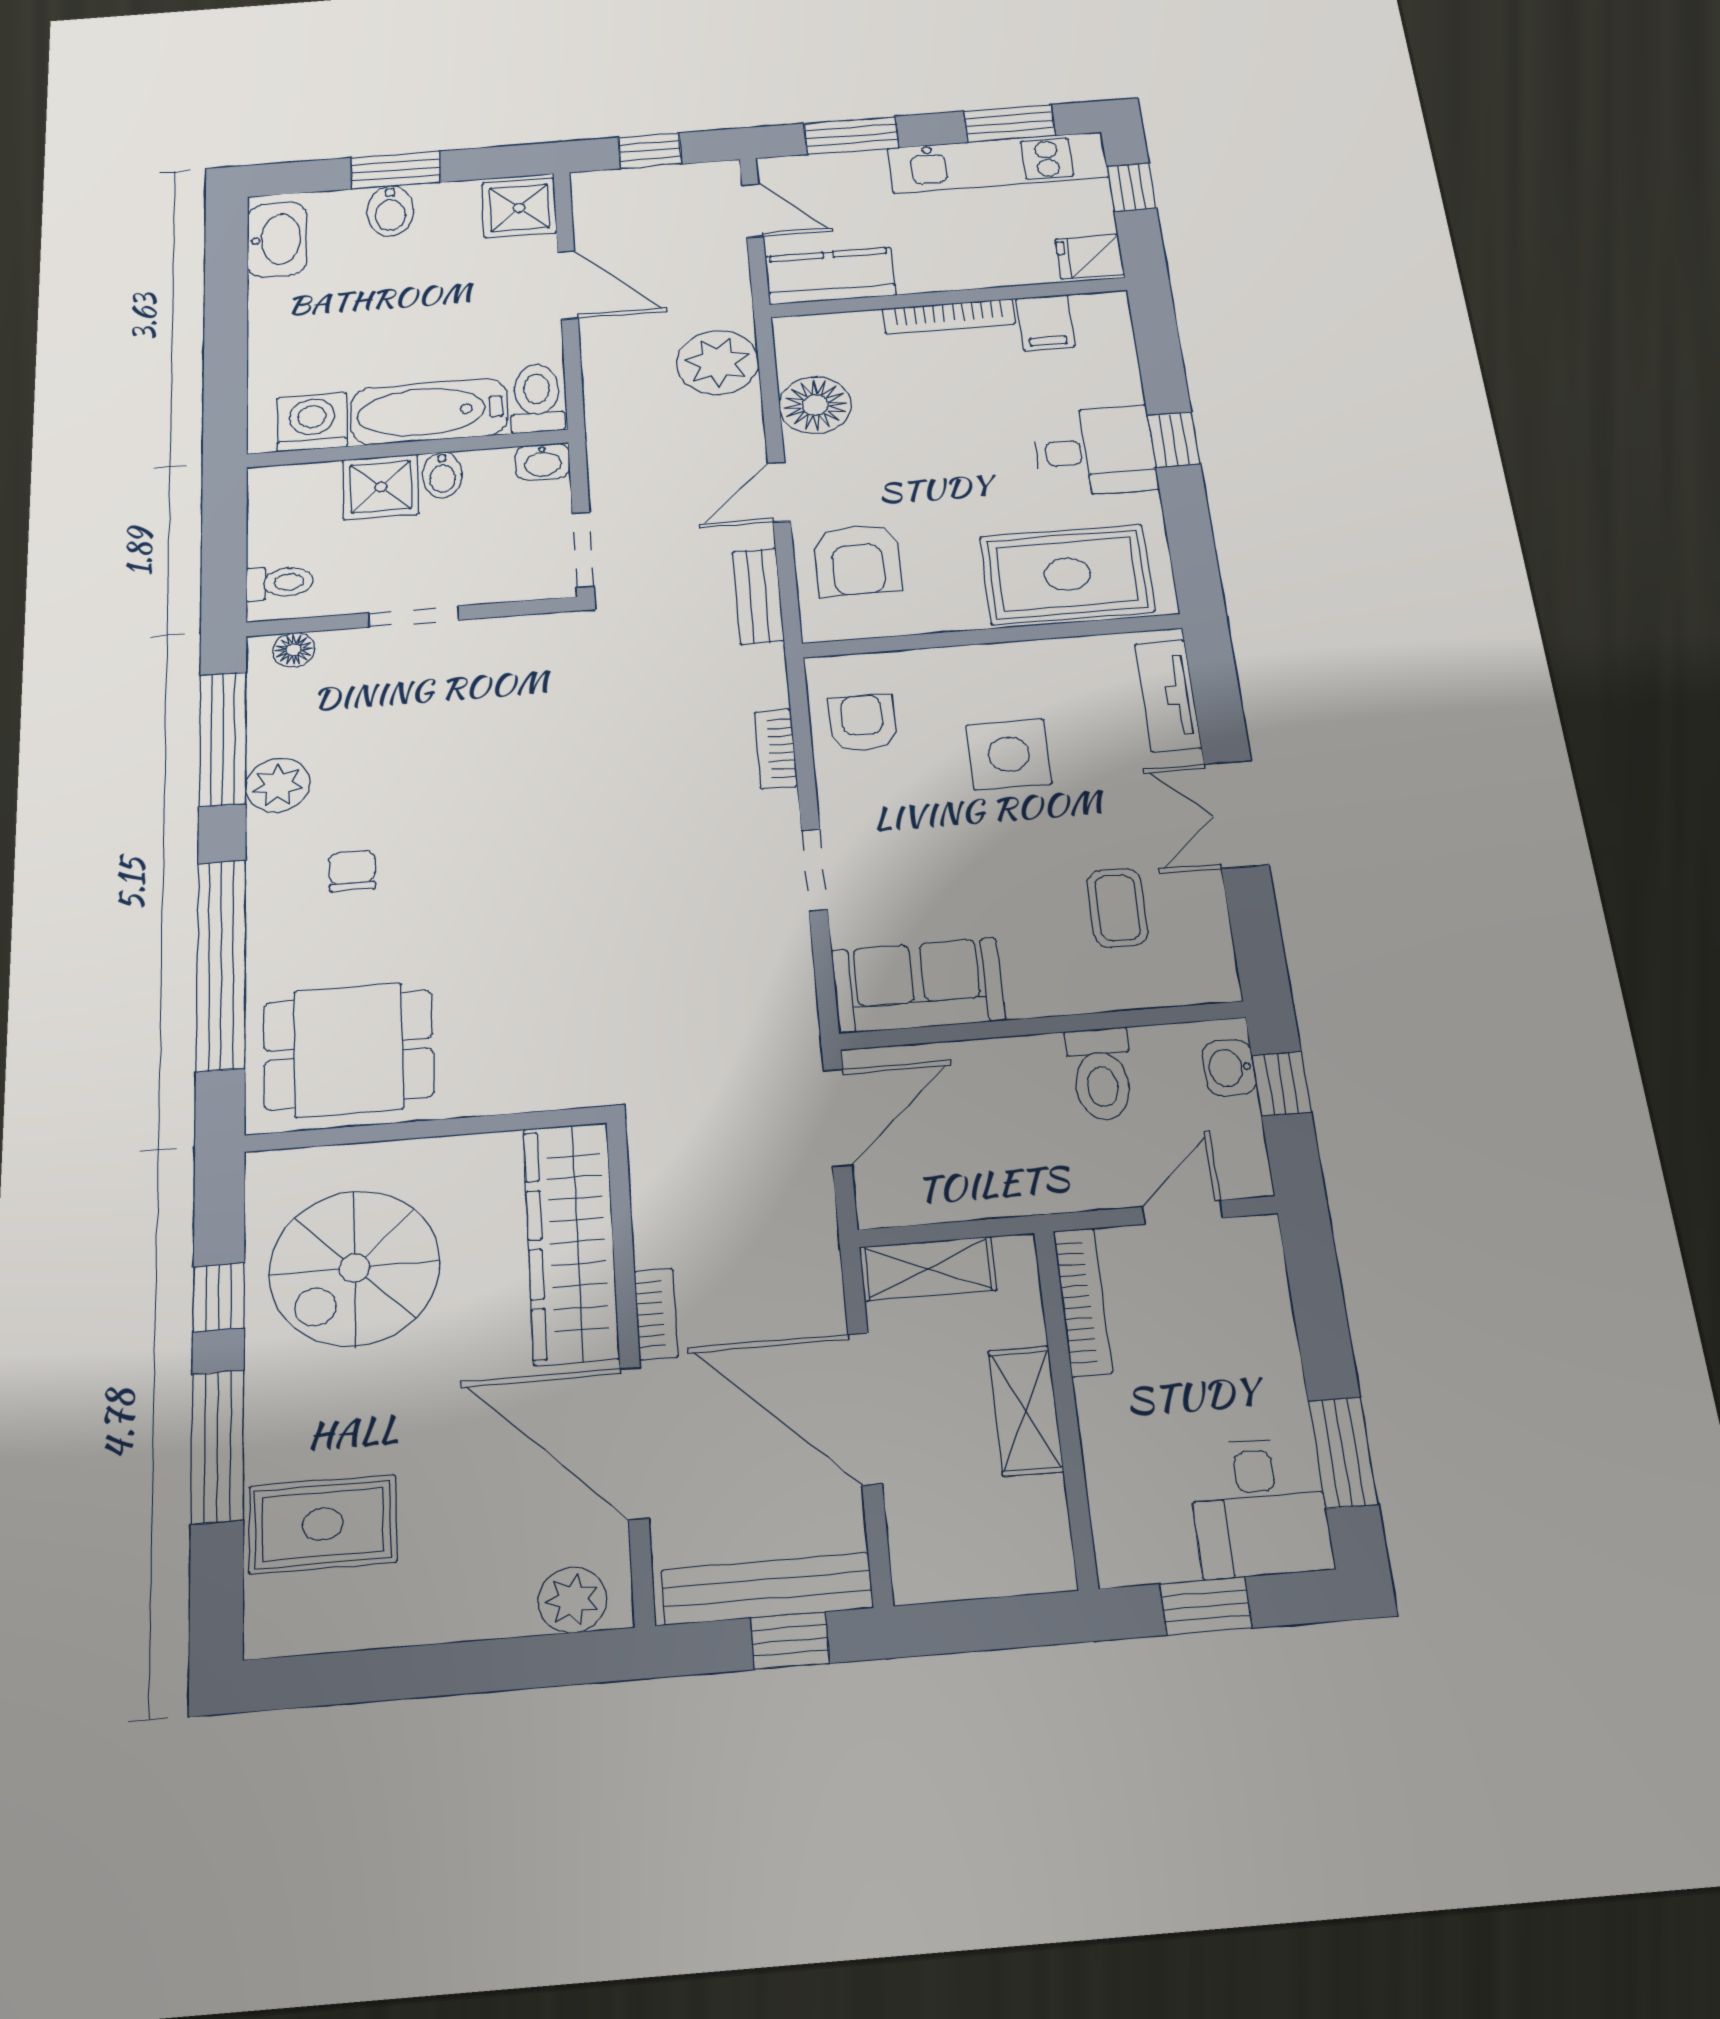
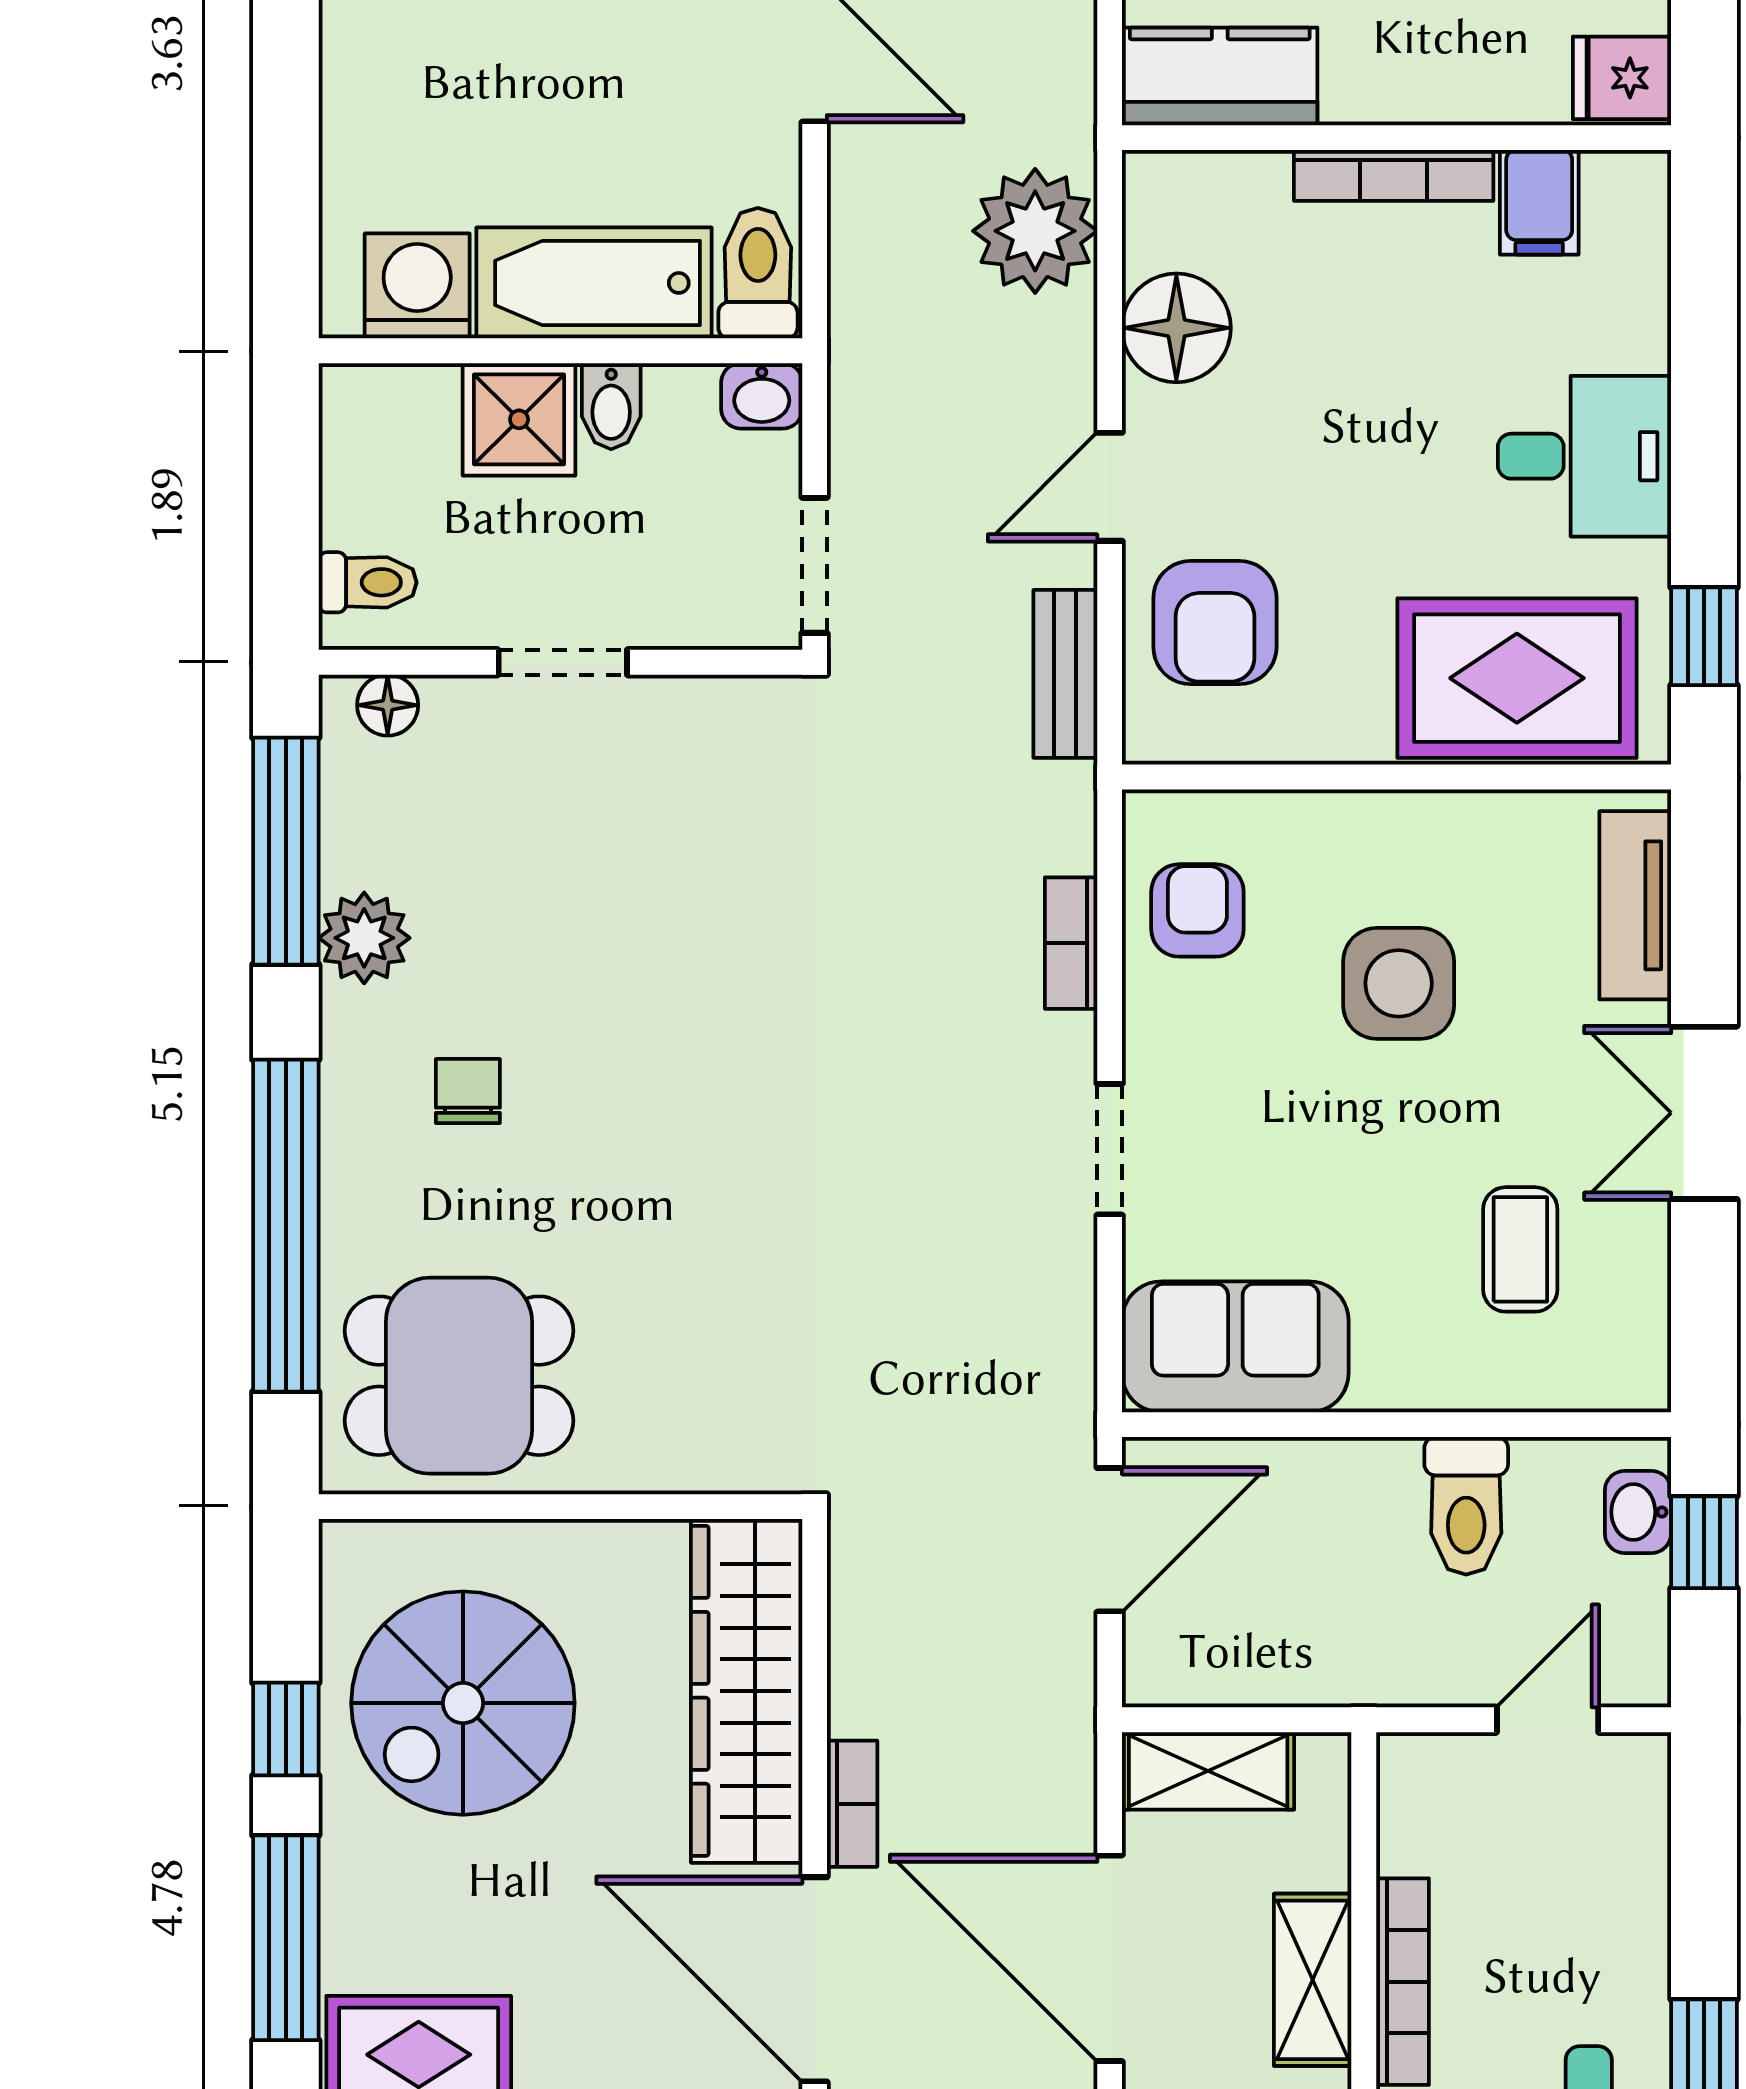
window: (1174, 440) -> (1704, 636), moved
bookcase: (1083, 1302) -> (1403, 1982), moved

